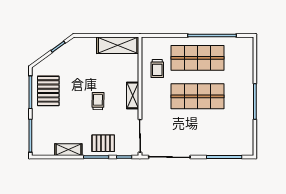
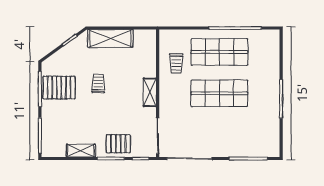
shelving: (118, 45) -> (110, 38), moved
pallet: (48, 91) -> (59, 88), turned 90
trolley: (98, 101) -> (98, 83), moved

